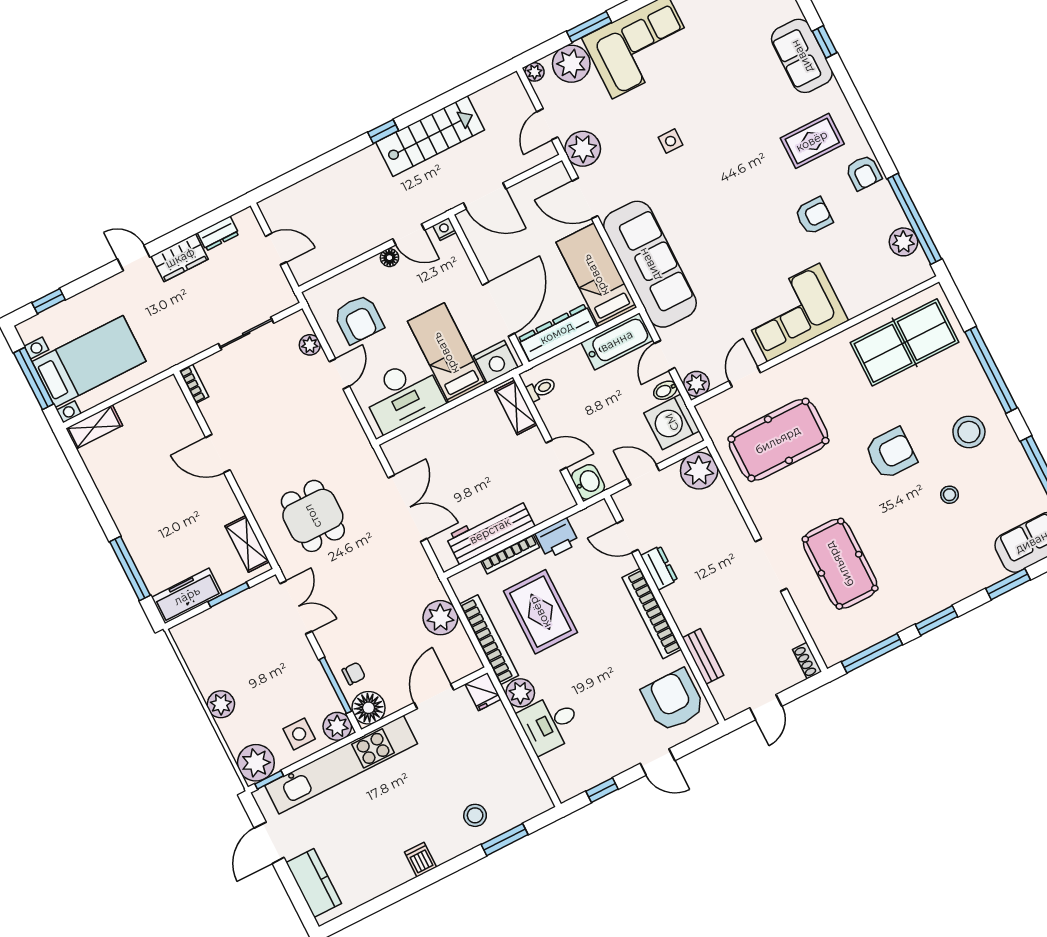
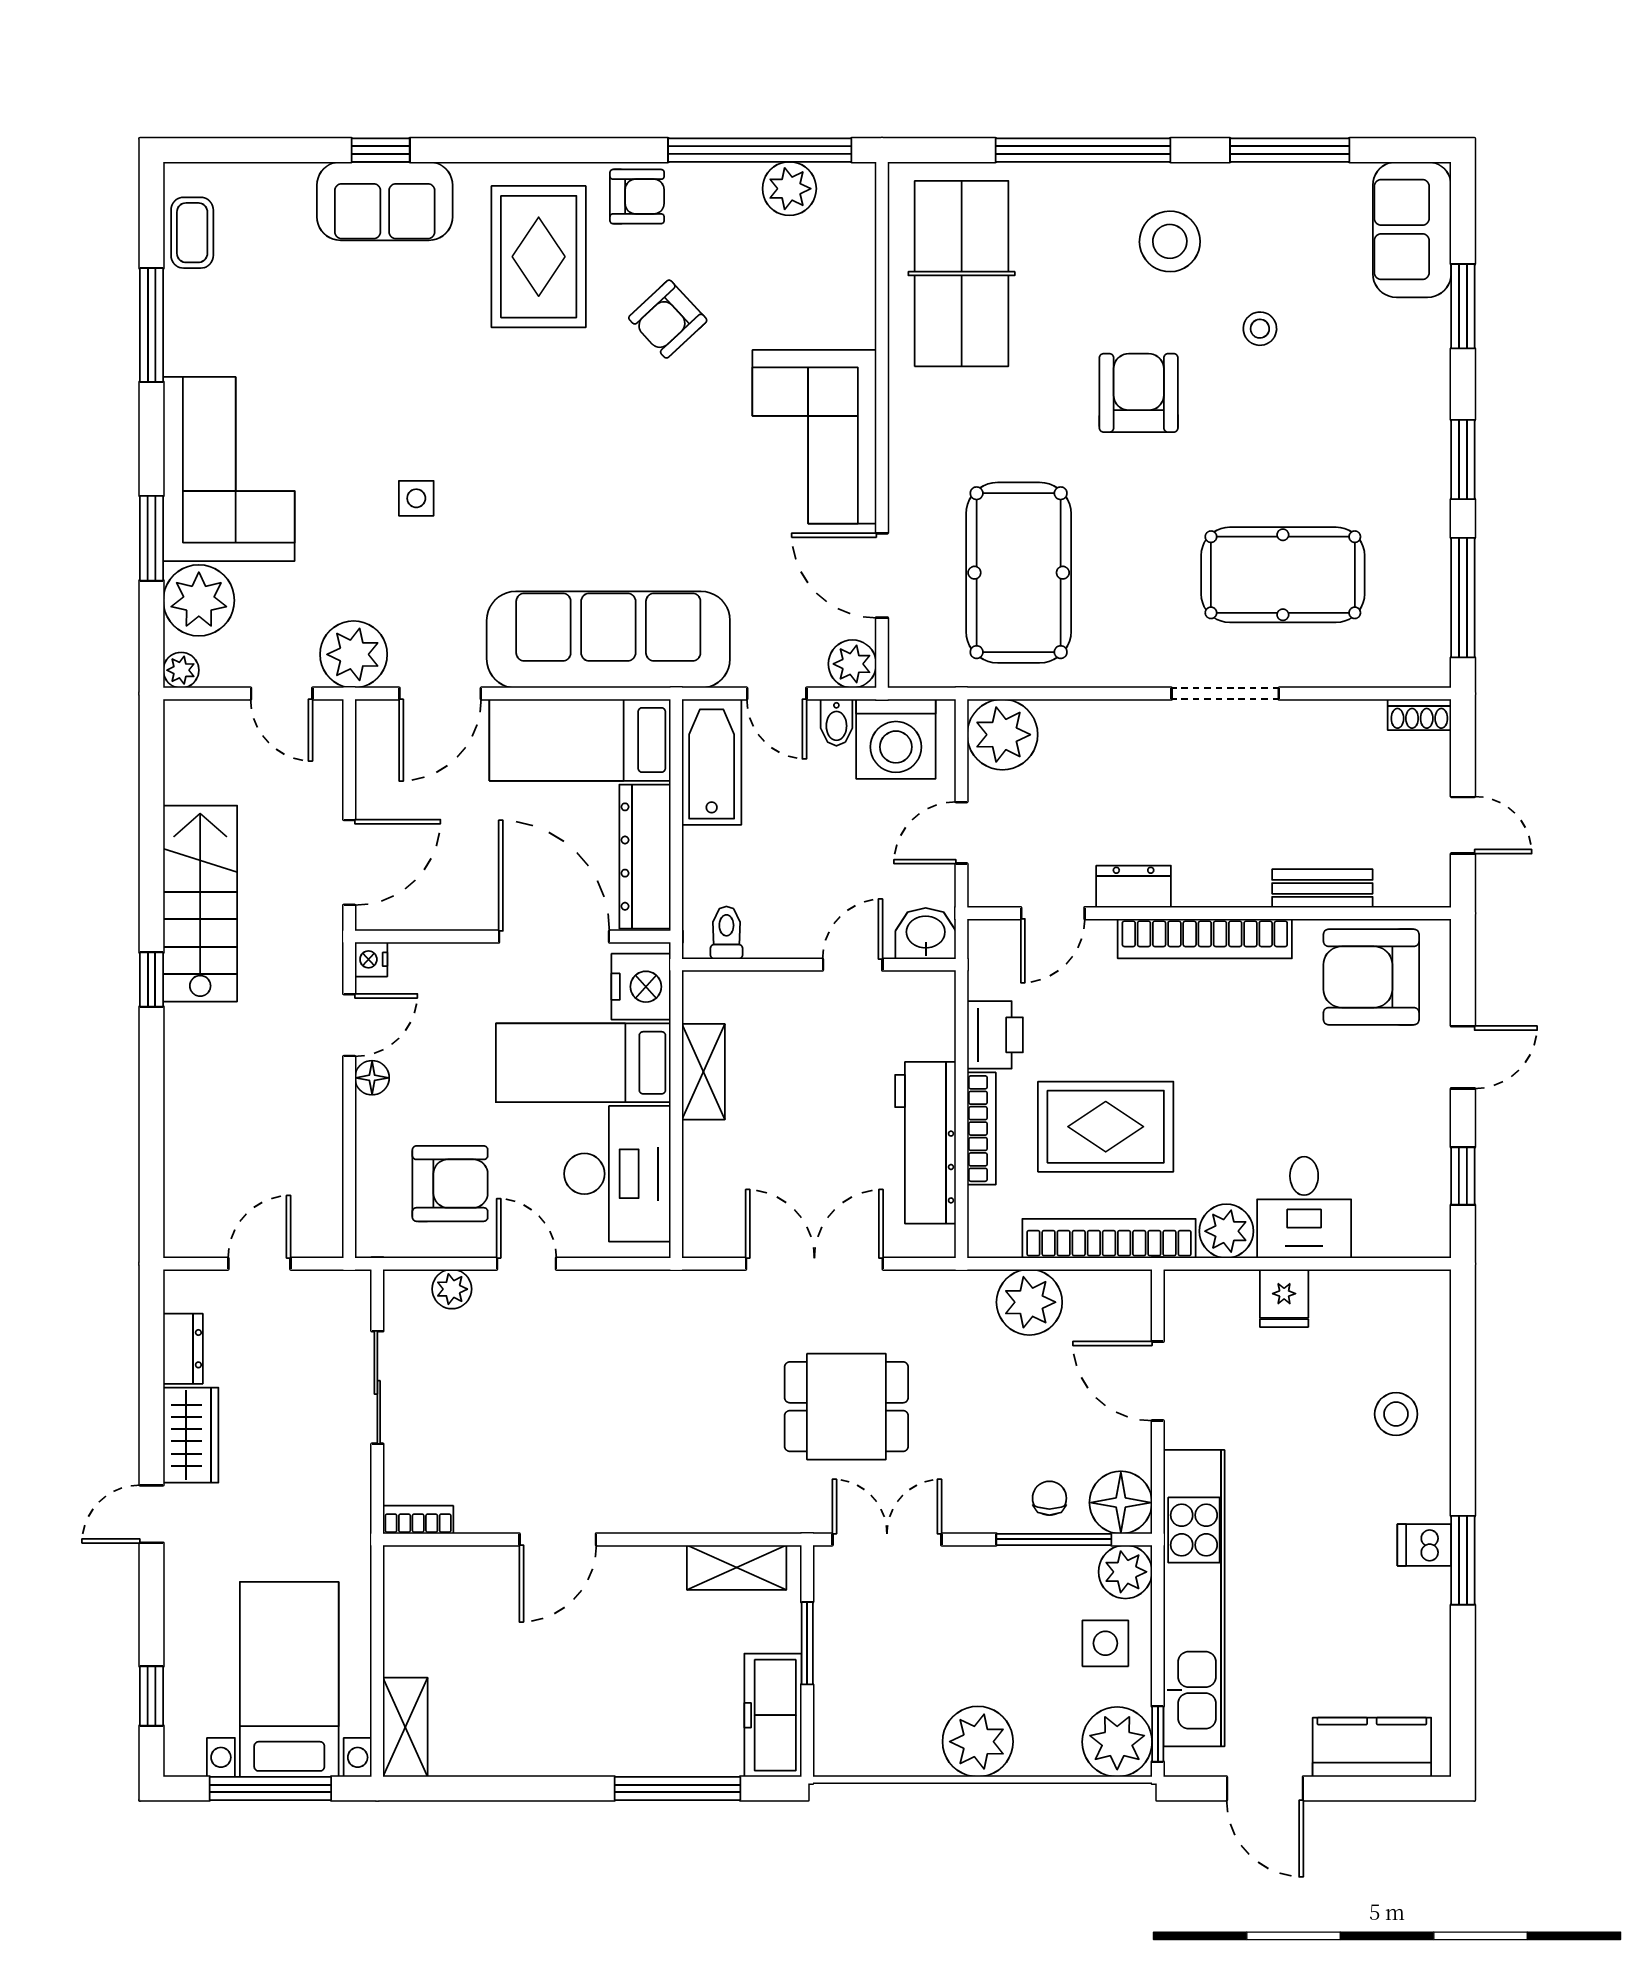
rug: (812, 141) -> (539, 257), width x1.36, depth x1.43
armchair: (814, 216) -> (668, 319), turned -133
door: (745, 377) -> (882, 575), width x1.38
shelving: (516, 407) -> (703, 1072), moved, turned 90
dining table: (313, 516) -> (846, 1407), moved
fridge: (483, 692) -> (1284, 1298), moved, turned 90
plant: (221, 704) -> (978, 1742), width x1.36, depth x1.36
window: (505, 840) -> (1463, 1560), moved

